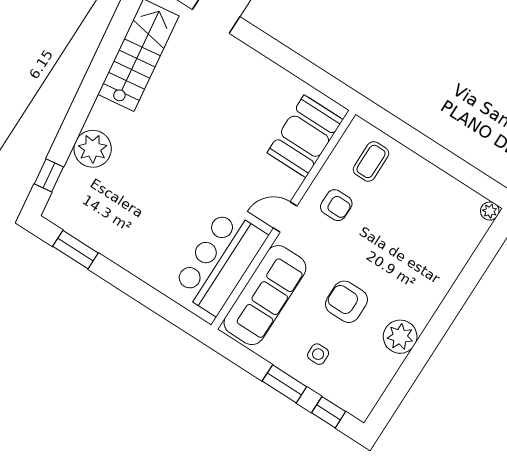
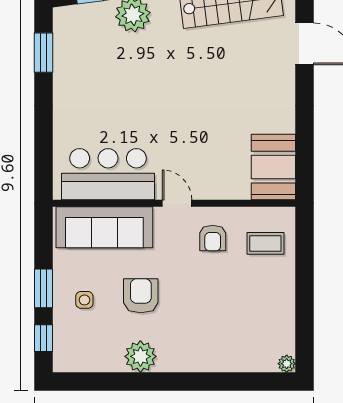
booth: (305, 136) -> (273, 167), moved, turned 90

